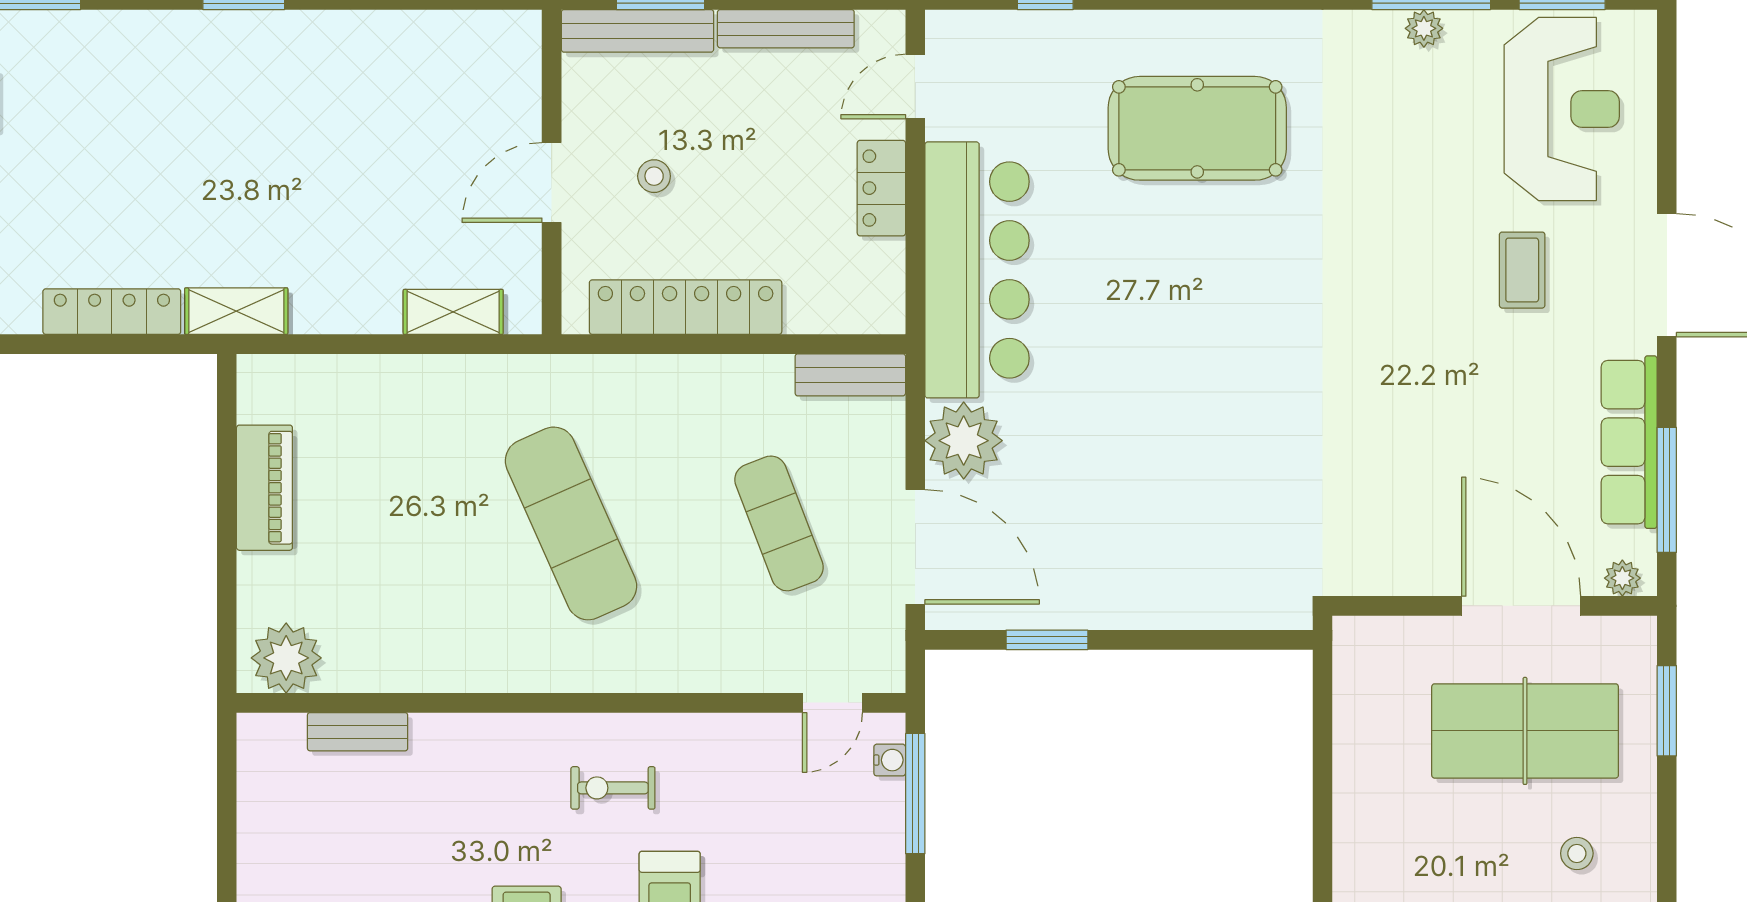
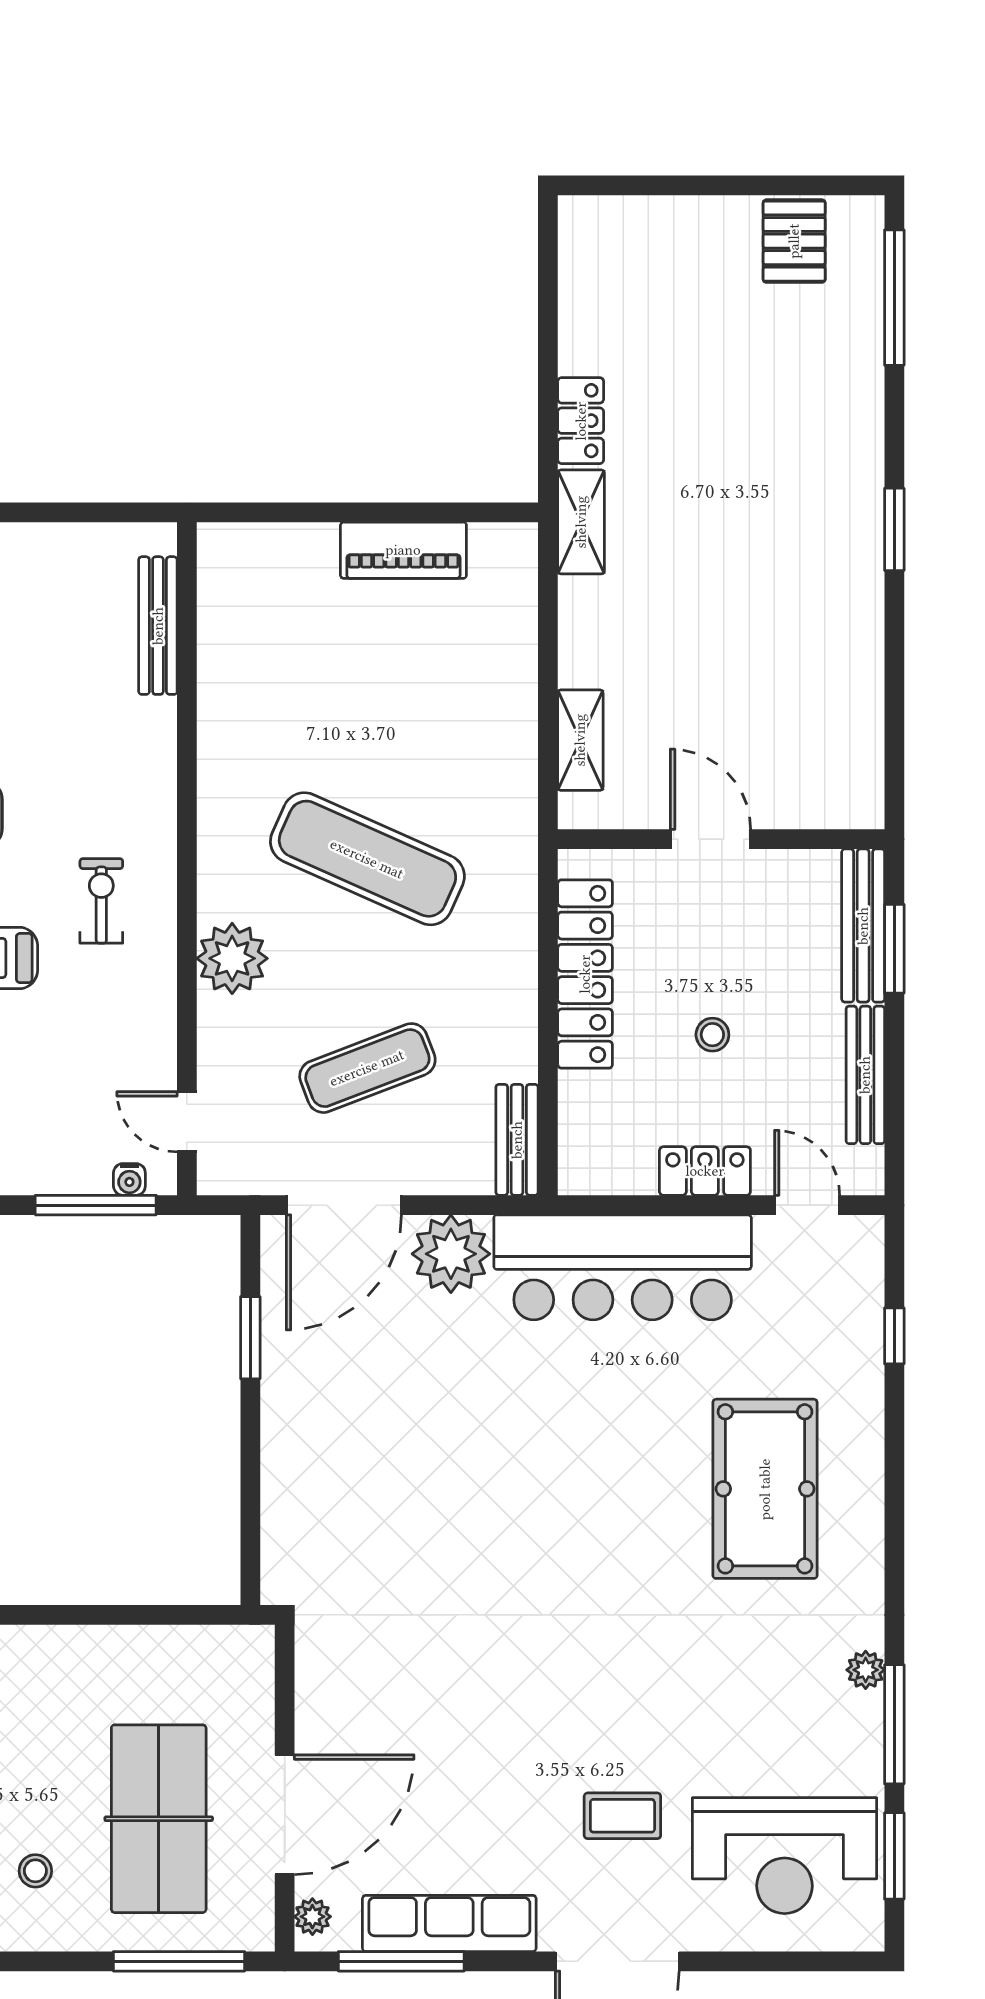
plant: (1424, 28) -> (866, 1670), moved
stool: (654, 176) -> (712, 1035), moved
locker: (112, 312) -> (581, 421), width x0.66
exercise mat: (571, 523) -> (367, 859), turned 48
plant: (286, 658) -> (232, 958), moved
window: (1667, 711) -> (179, 1961), width x1.44
bench: (358, 732) -> (158, 626), width x1.36

